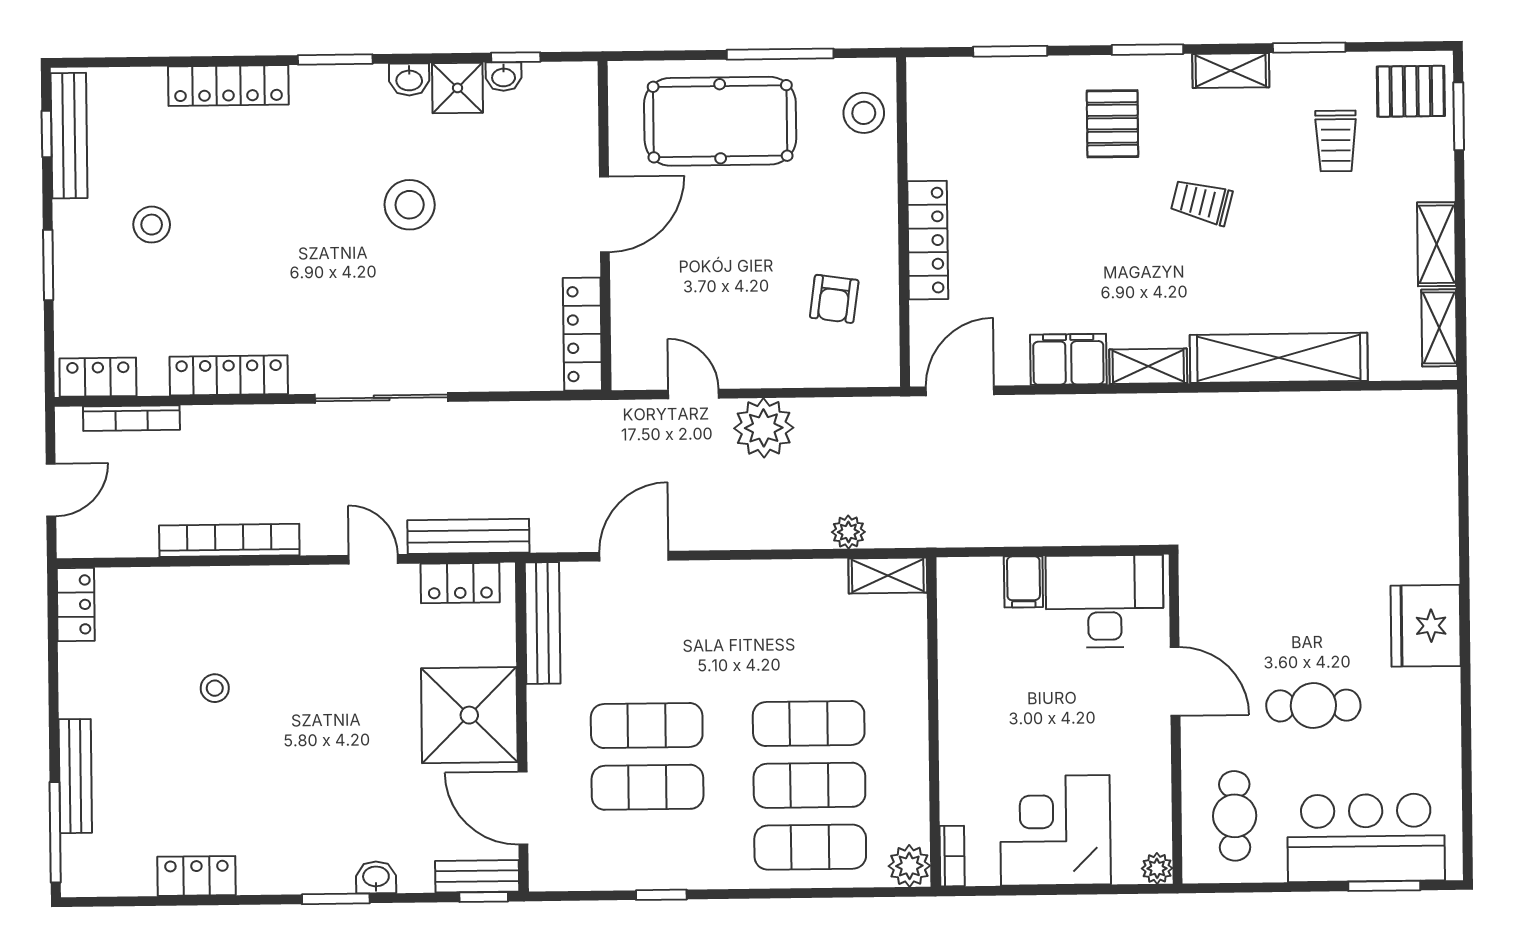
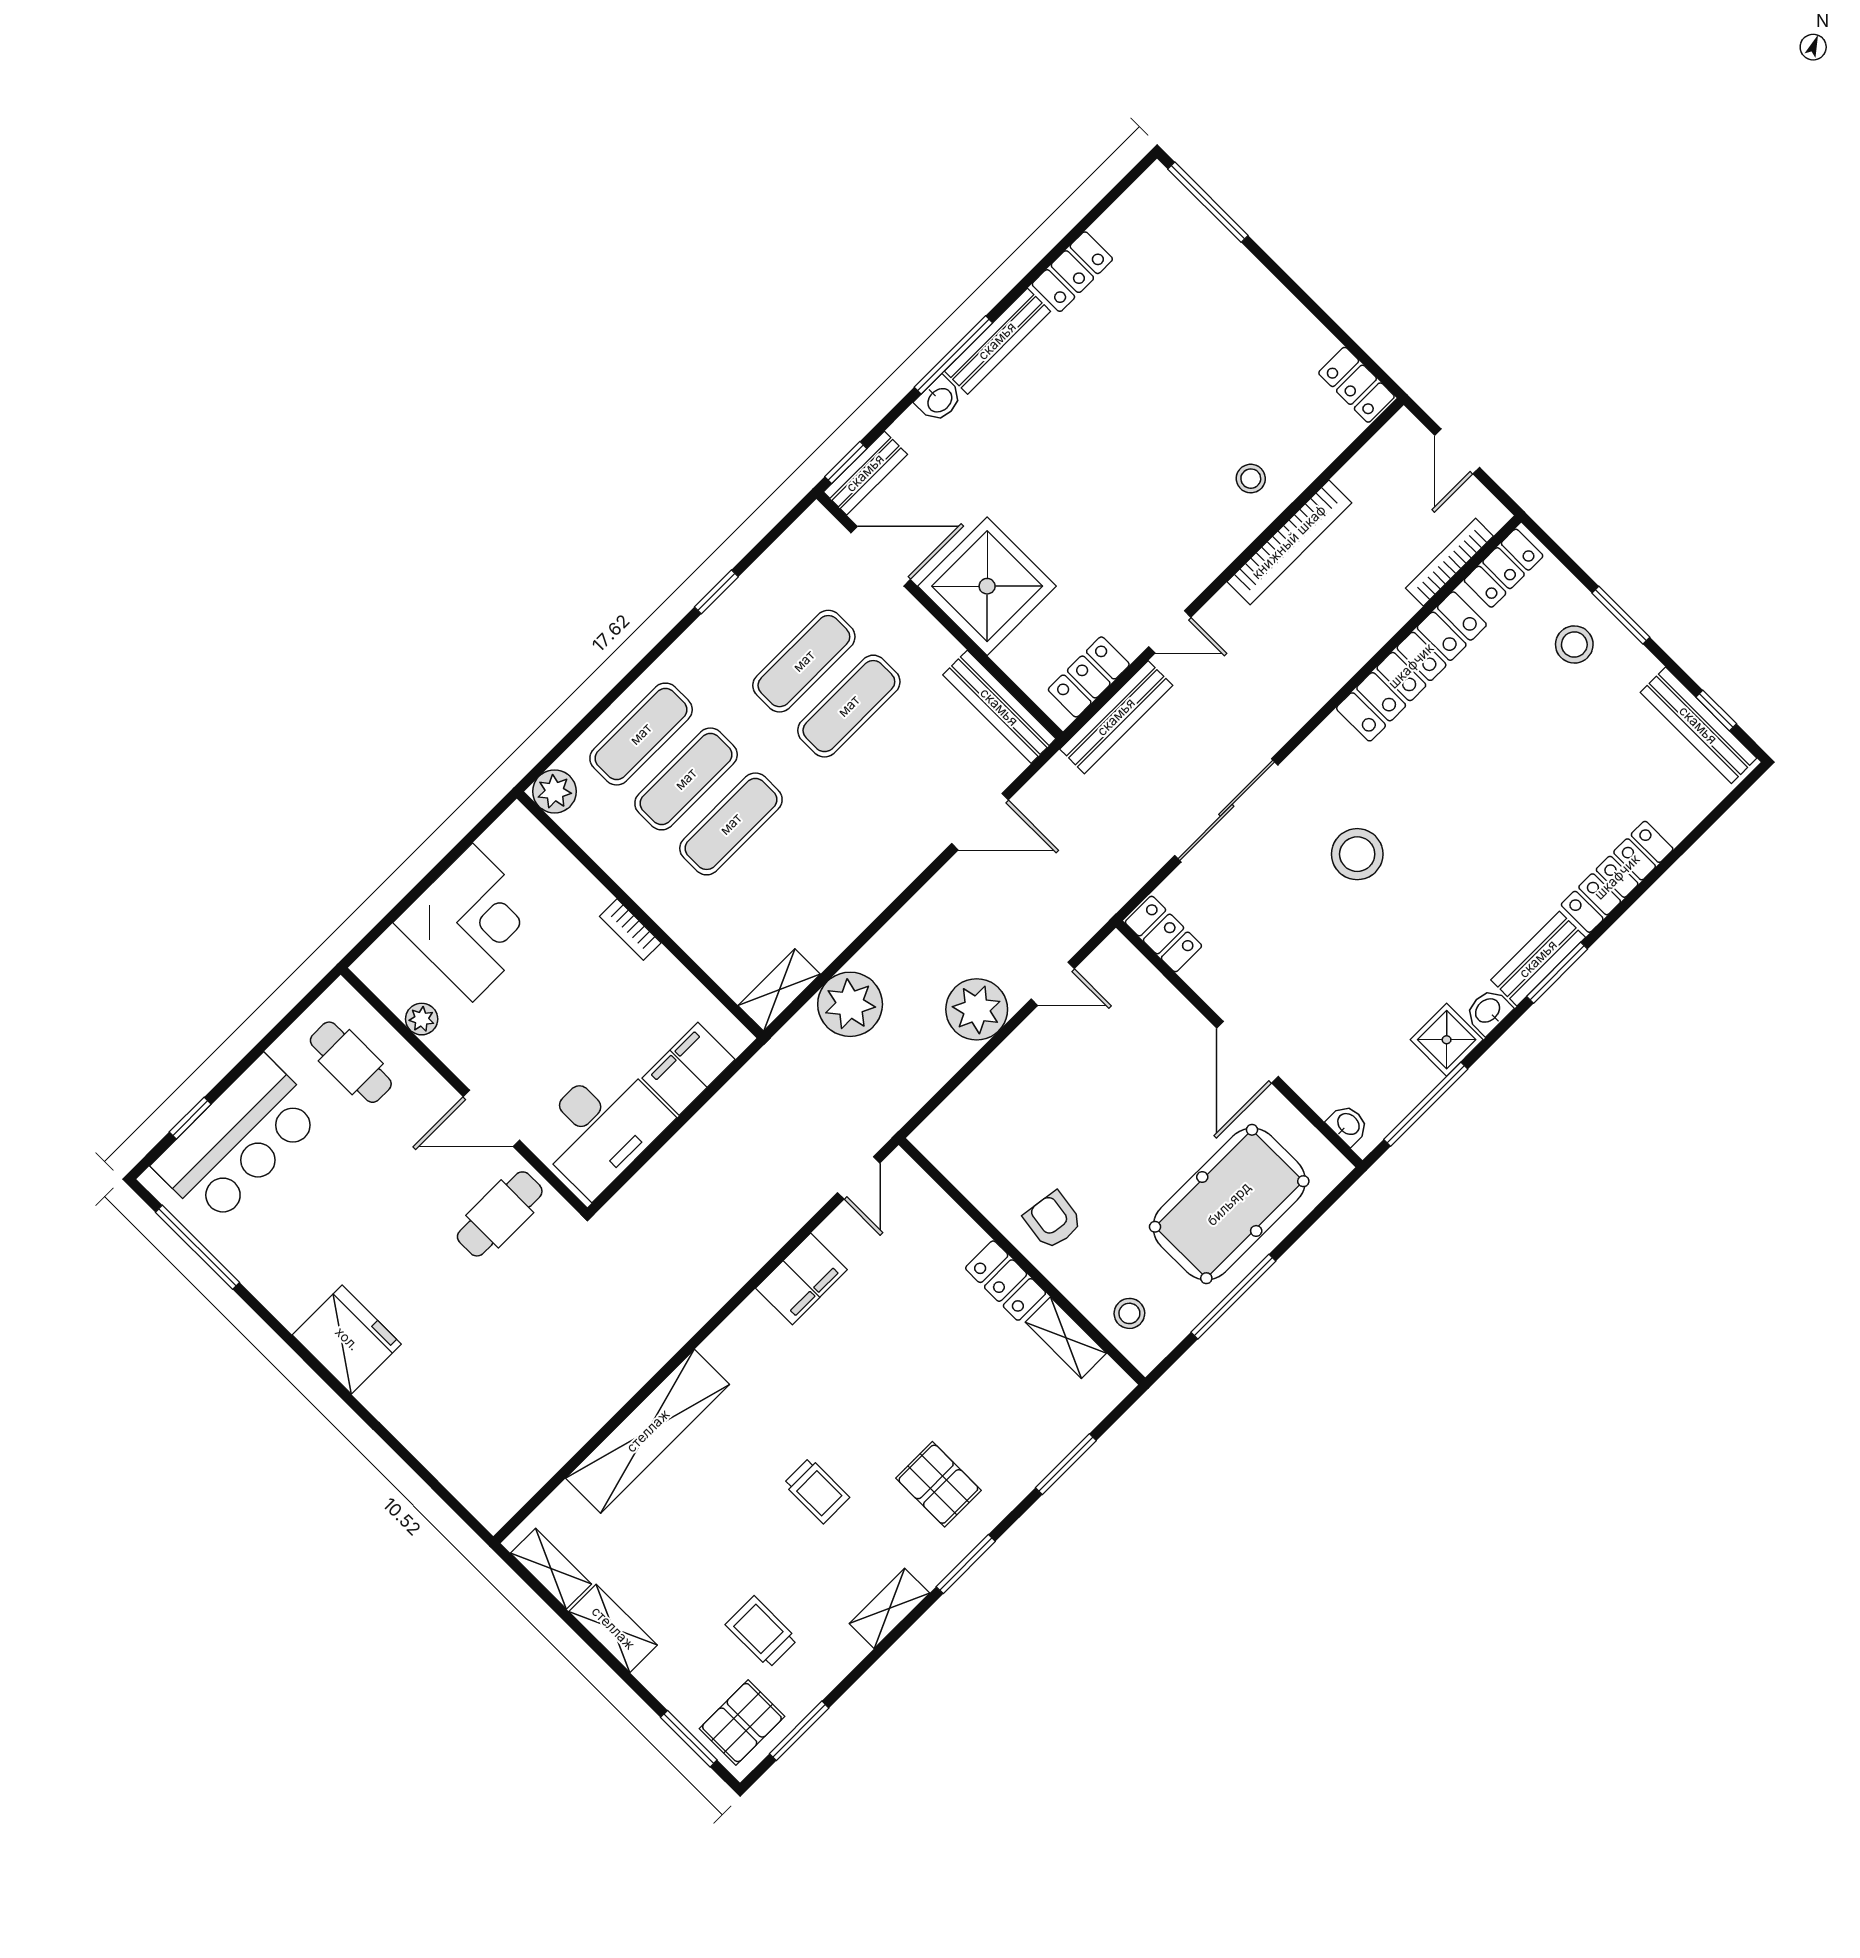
window: (1309, 48) -> (799, 1731), moved
window: (516, 57) -> (1426, 1104), width x2.17
washbasin: (504, 77) -> (1348, 1125), moved, turned 90
bench: (339, 82) -> (1538, 959), added
stool: (864, 113) -> (1129, 1313), width x0.73, depth x0.73
trolley: (1202, 202) -> (816, 1491), turned 75
stool: (410, 205) -> (1357, 854), moved
stool: (152, 225) -> (1574, 644), moved
locker: (928, 240) -> (1006, 1281), width x0.66
armchair: (834, 299) -> (1053, 1220), moved
locker: (582, 334) -> (1163, 934), width x0.66
shelving: (1148, 366) -> (1066, 1338), moved, turned 90
locker: (229, 375) -> (1411, 666), width x1.41, depth x1.21
door: (960, 391) -> (859, 1178), width x0.73
sliding door: (382, 398) -> (1226, 810), moved
plant: (848, 532) -> (850, 1004), width x1.88, depth x1.88
door: (634, 556) -> (980, 822), hinge flipped
filing cabinet: (1023, 582) -> (689, 1069), width x2.00
stool: (215, 688) -> (1251, 479), moved
cafe table: (1313, 706) -> (500, 1214), moved
bench: (75, 776) -> (997, 341), moved, turned 90
window: (1467, 791) -> (197, 1247), added
bookcase: (952, 856) -> (630, 930), moved
plant: (1157, 868) -> (422, 1019), moved
window: (1384, 886) -> (190, 1118), width x0.67
window: (336, 899) -> (953, 355), width x1.44

